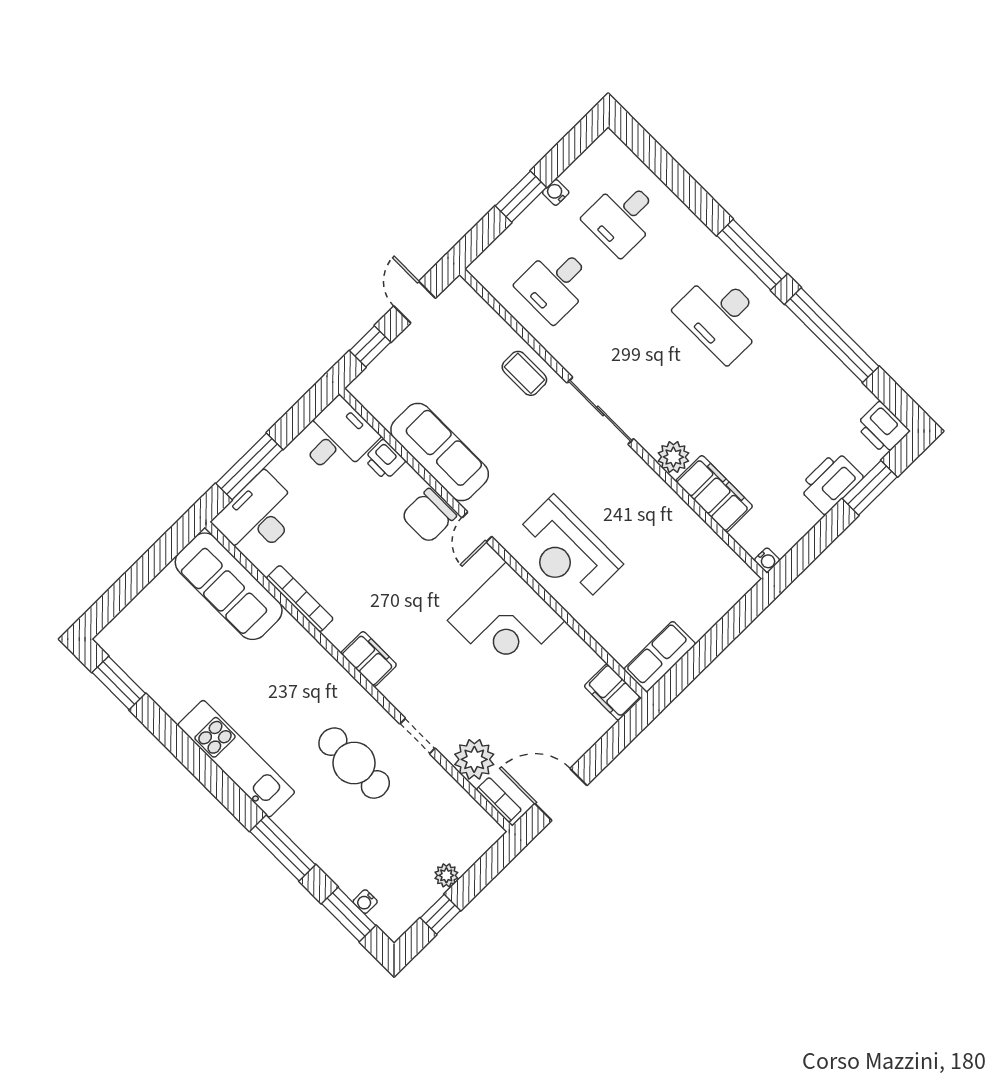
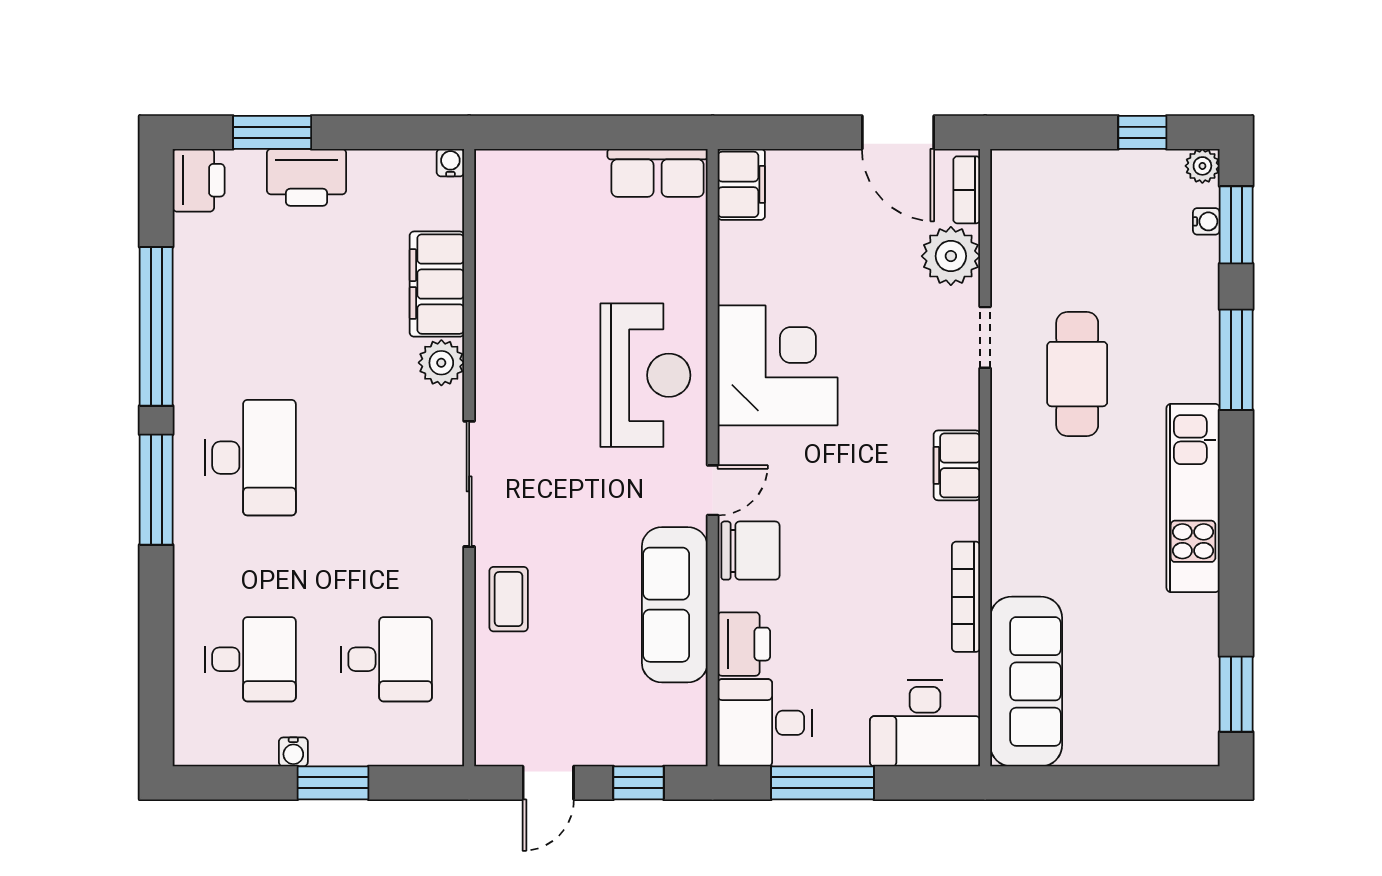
printer: (385, 460) -> (744, 644), width x1.36, depth x1.24
window: (249, 466) -> (823, 783), moved
plant: (446, 875) -> (1202, 166), moved

